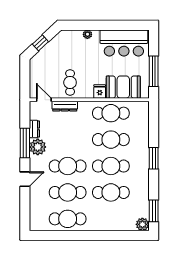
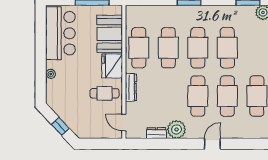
fridge: (100, 92) -> (112, 66), width x1.88, depth x1.34
door: (44, 100) -> (124, 123), hinge flipped
dresser: (65, 106) -> (131, 87), moved
window: (25, 143) -> (172, 144), removed
door: (25, 179) -> (212, 144), hinge flipped

